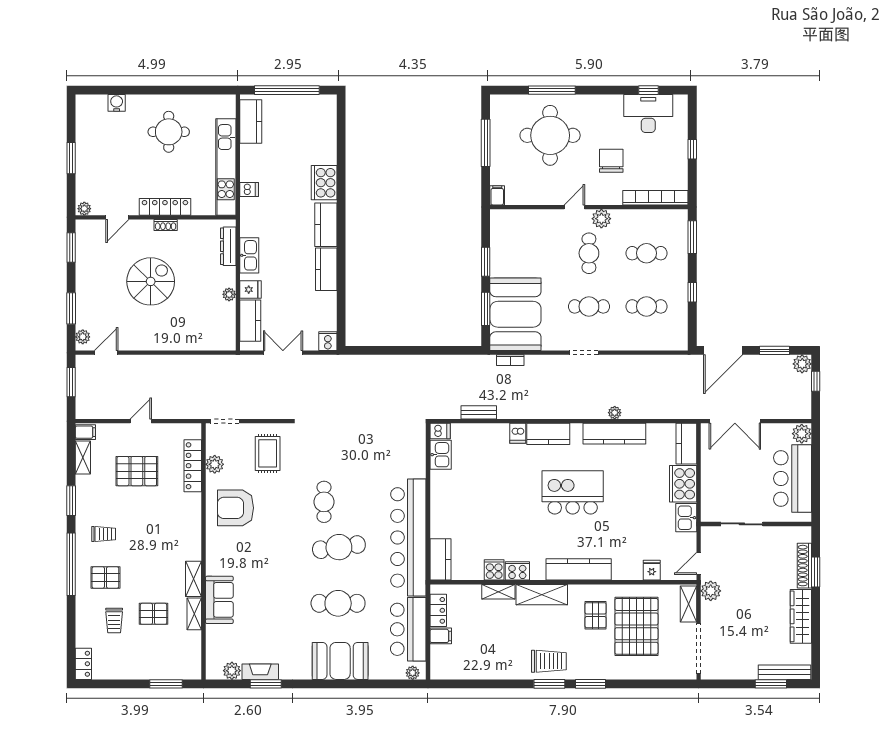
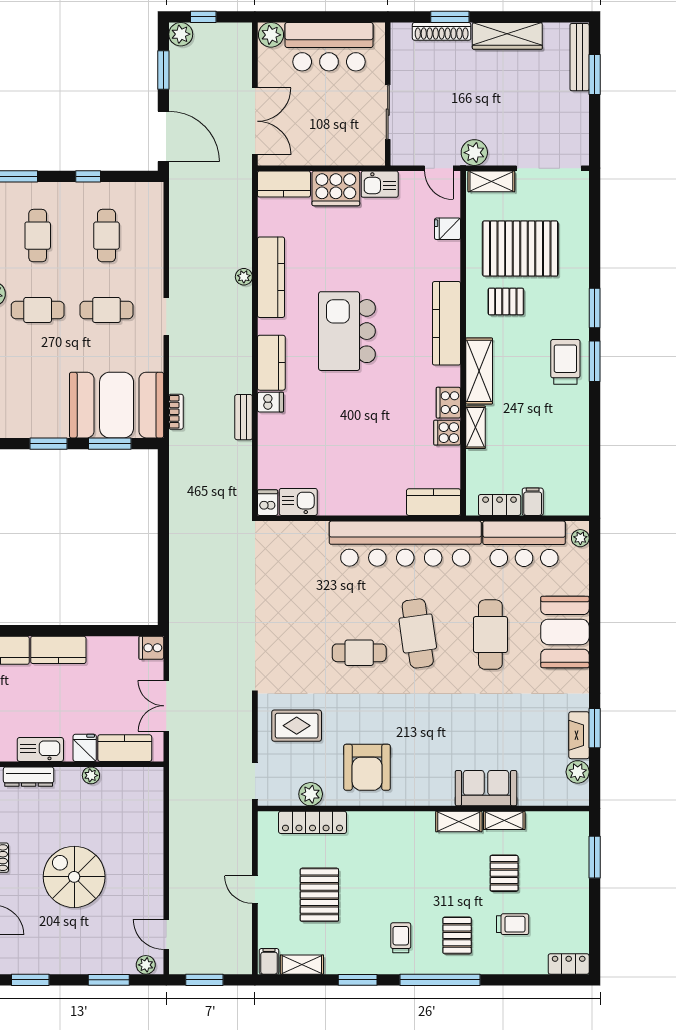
cafe table: (589, 306) -> (107, 310), turned 90
bench: (479, 412) -> (244, 417), moved

